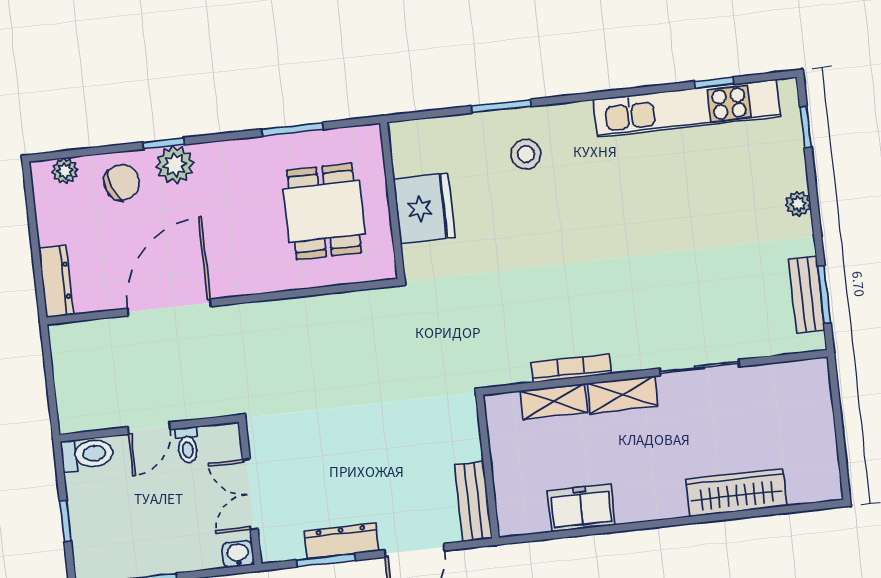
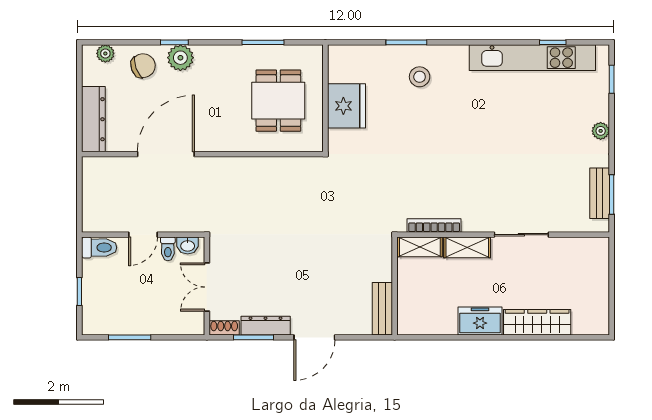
dresser: (56, 281) -> (93, 119), width x1.37, depth x1.24
wall: (488, 467) -> (395, 286), moved
bench: (473, 501) -> (382, 309), moved
freezer: (581, 508) -> (480, 321), moved
shoe rack: (282, 551) -> (224, 328), added
washbasin: (238, 554) -> (188, 245), moved, turned 180

